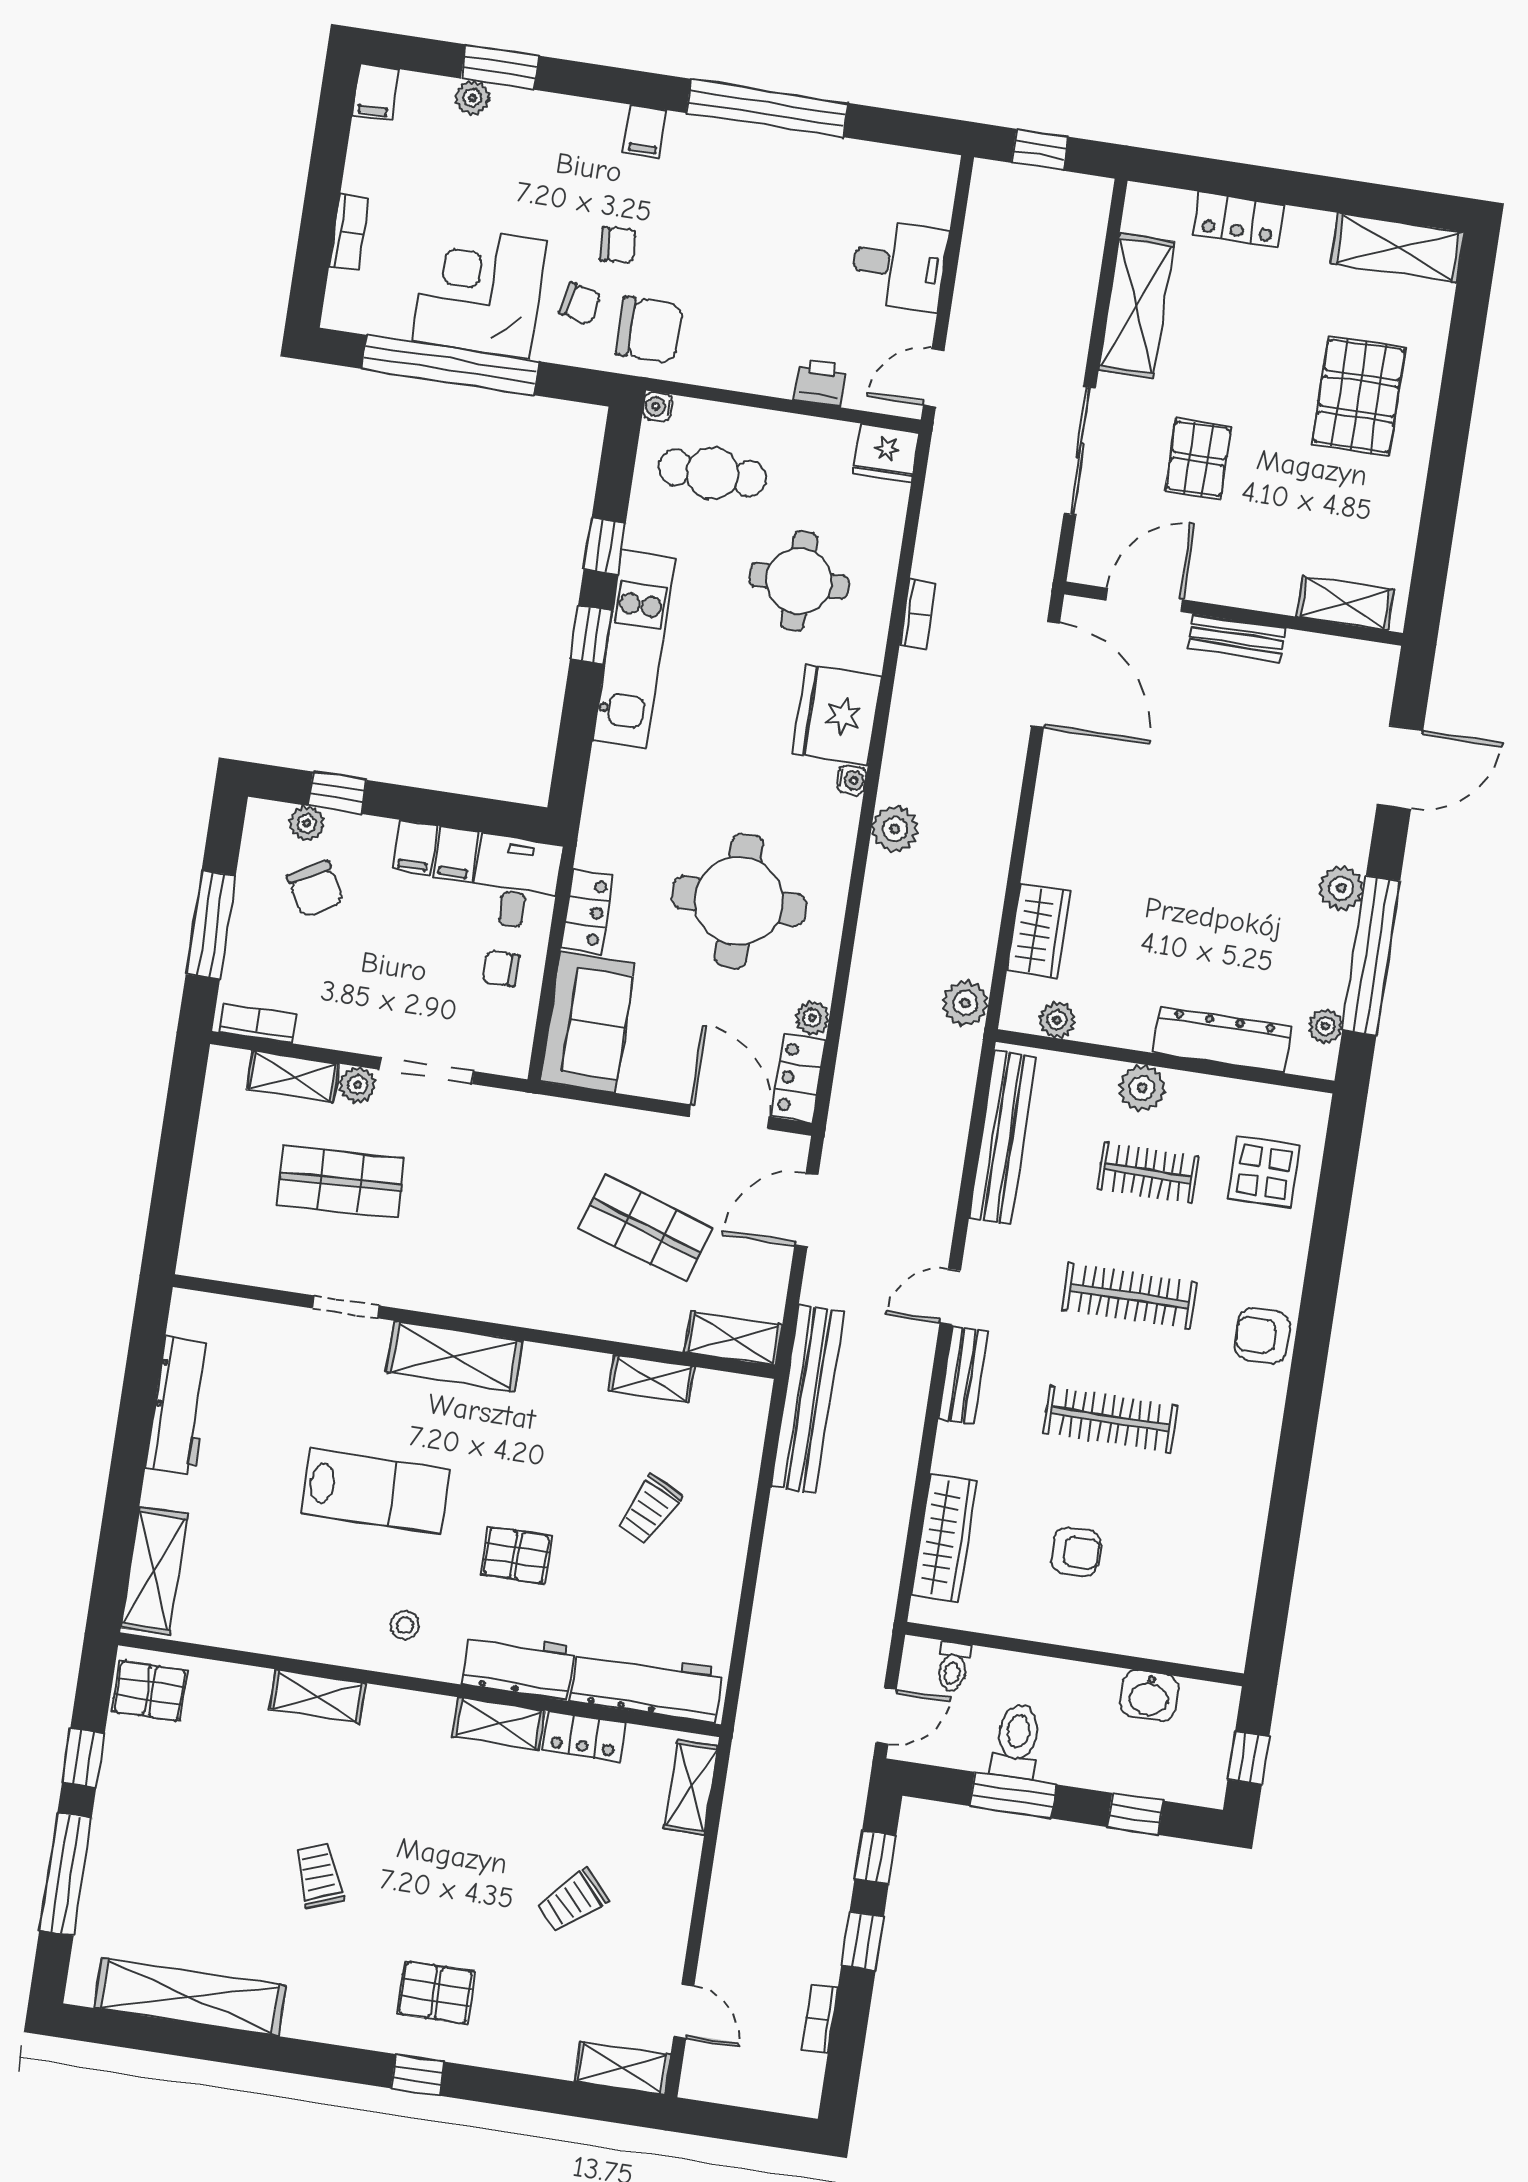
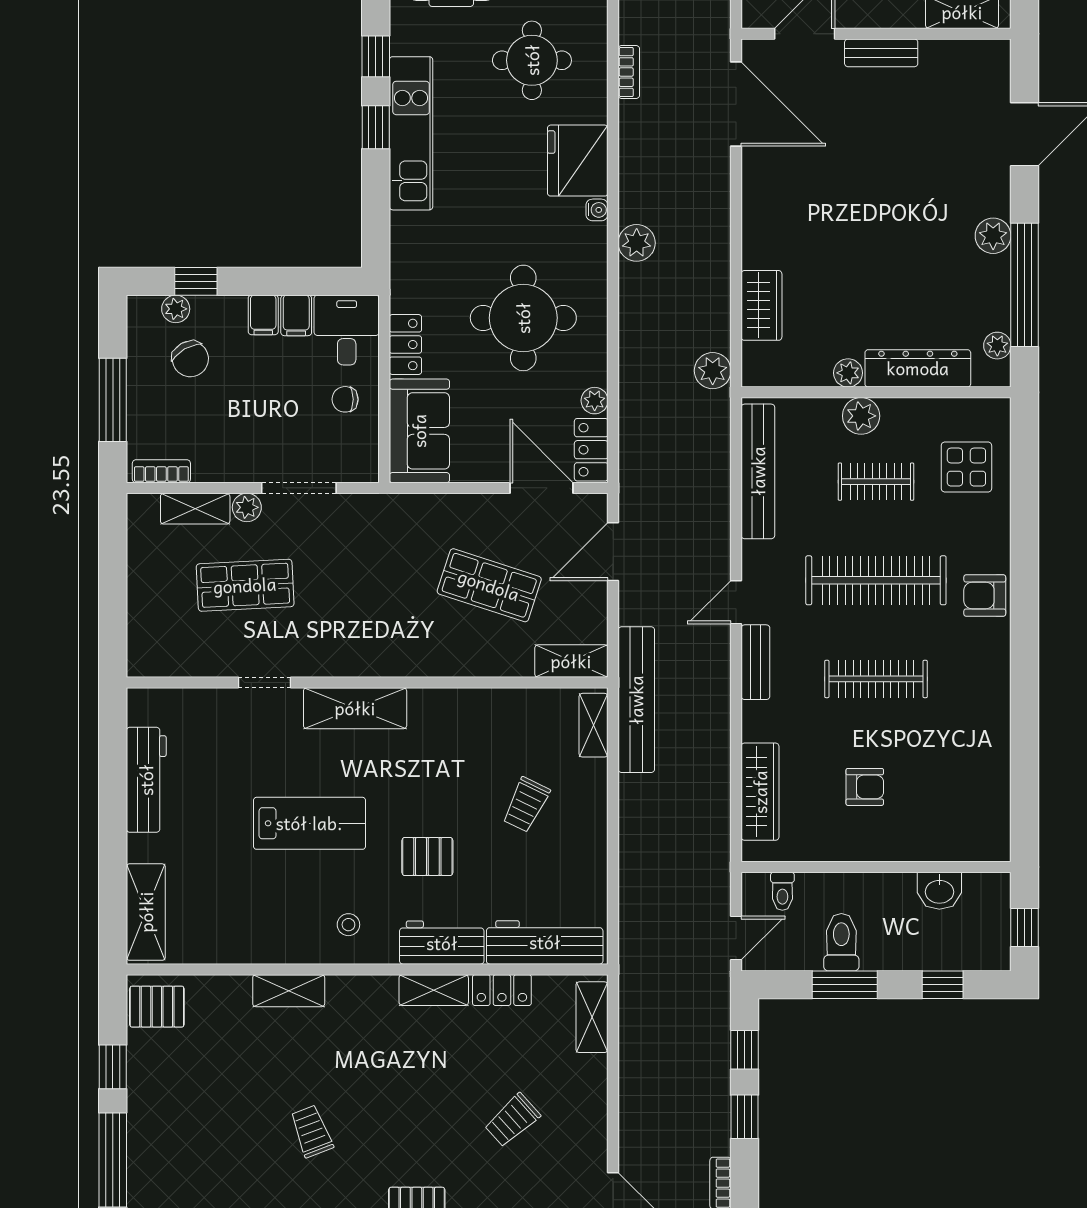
plant: (1057, 1020) -> (848, 373), moved
clothes rail: (1129, 1296) -> (876, 580), width x1.37, depth x1.31
shelving: (652, 1379) -> (594, 725), moved, turned 90

